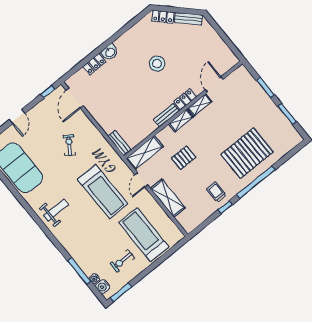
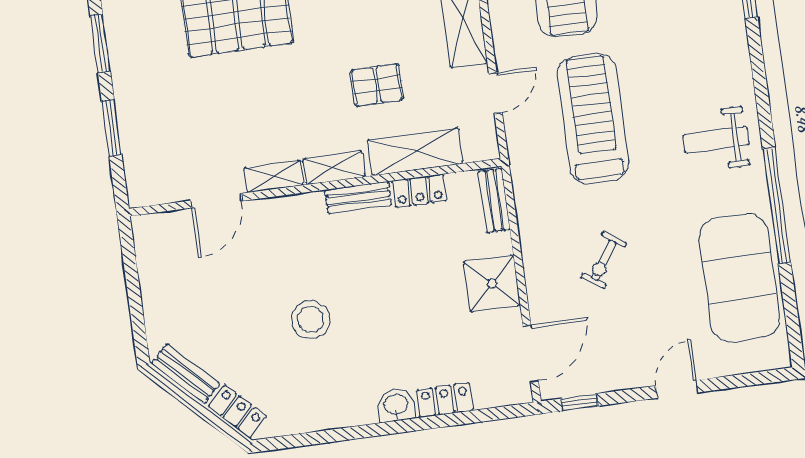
locker: (185, 99) -> (419, 191), moved
shower: (103, 114) -> (492, 284), added
shelving: (145, 153) -> (415, 152), moved
window: (22, 200) -> (777, 205), added

